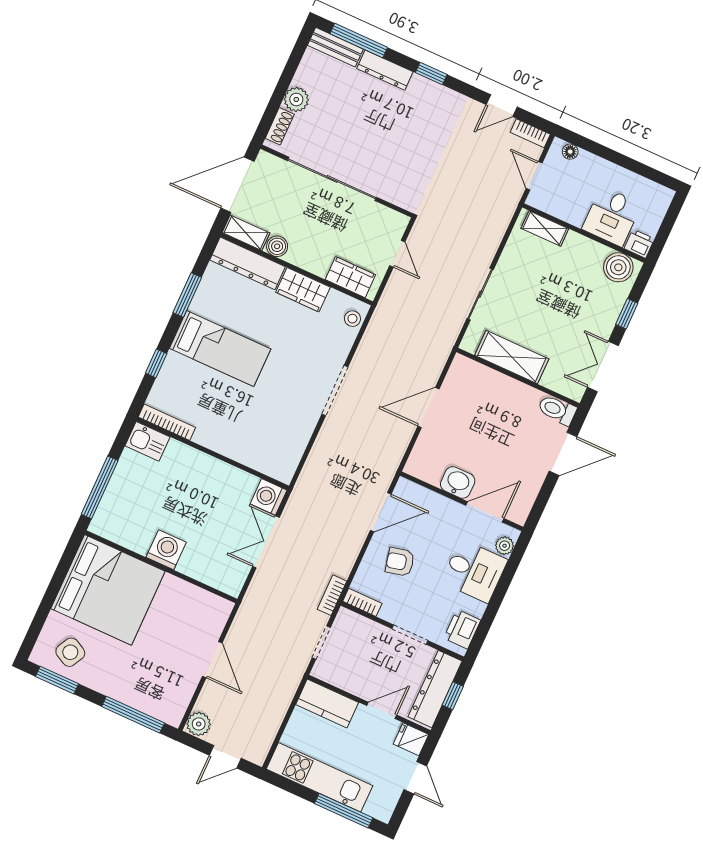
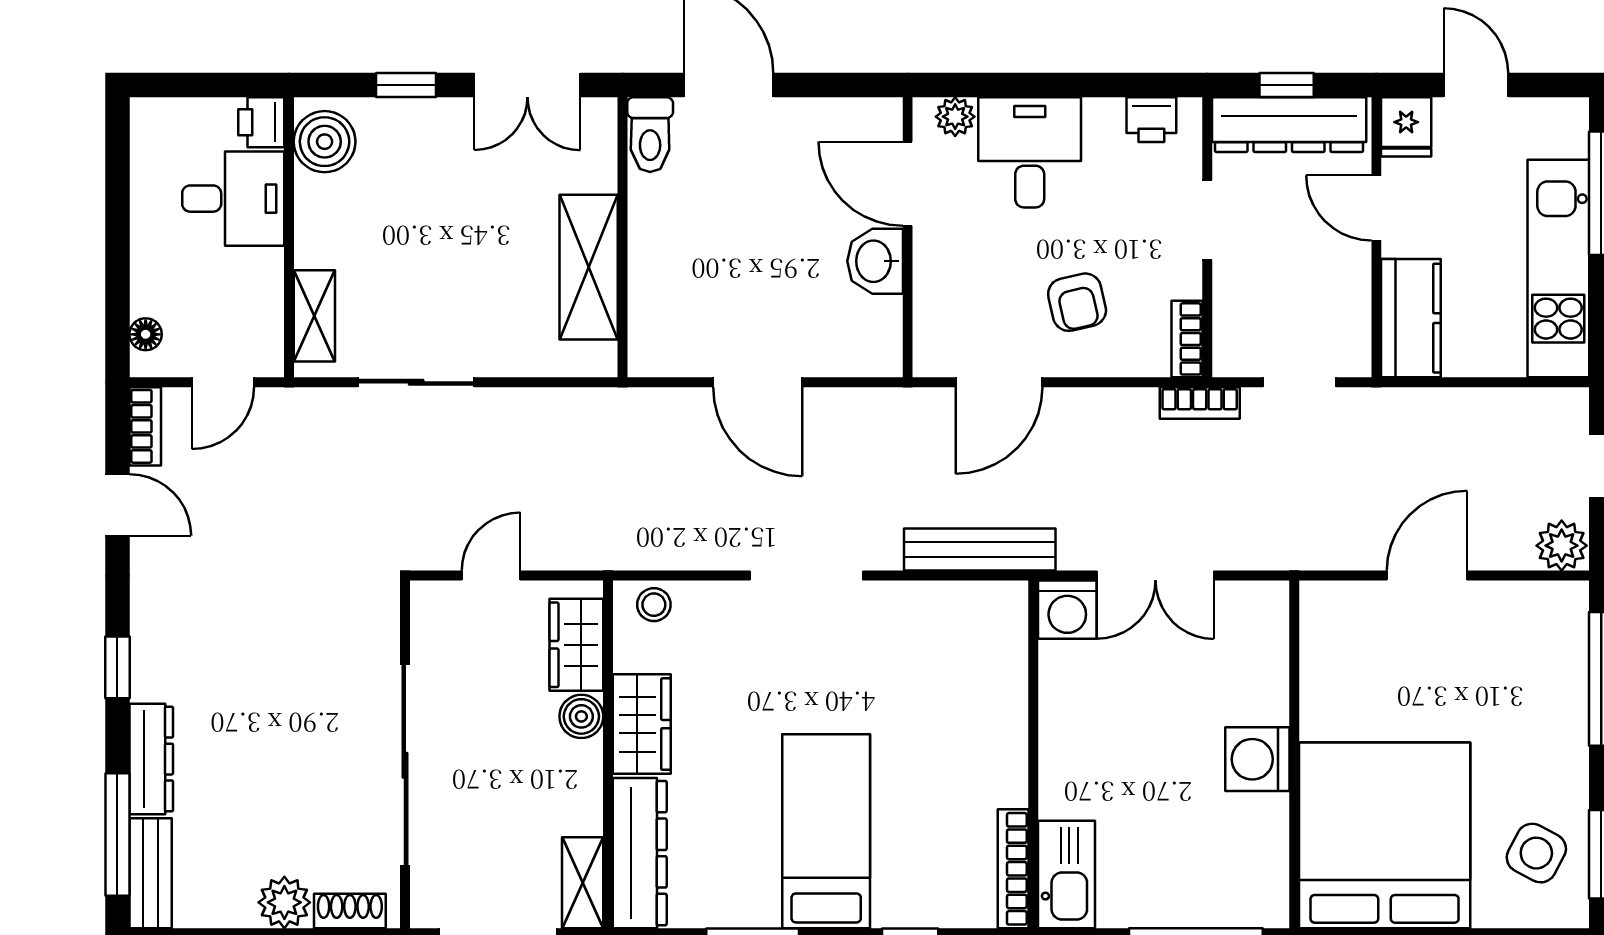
boiler: (277, 246) -> (581, 716), moved
sliding door: (480, 294) -> (416, 382), moved
kitchen sink: (147, 441) -> (1066, 874), width x1.38
bench: (312, 471) -> (980, 550), added
door: (381, 512) -> (999, 382), swing flipped
printer: (462, 629) -> (1151, 120), width x0.73, depth x0.81
door: (415, 778) -> (1476, 85), hinge flipped

